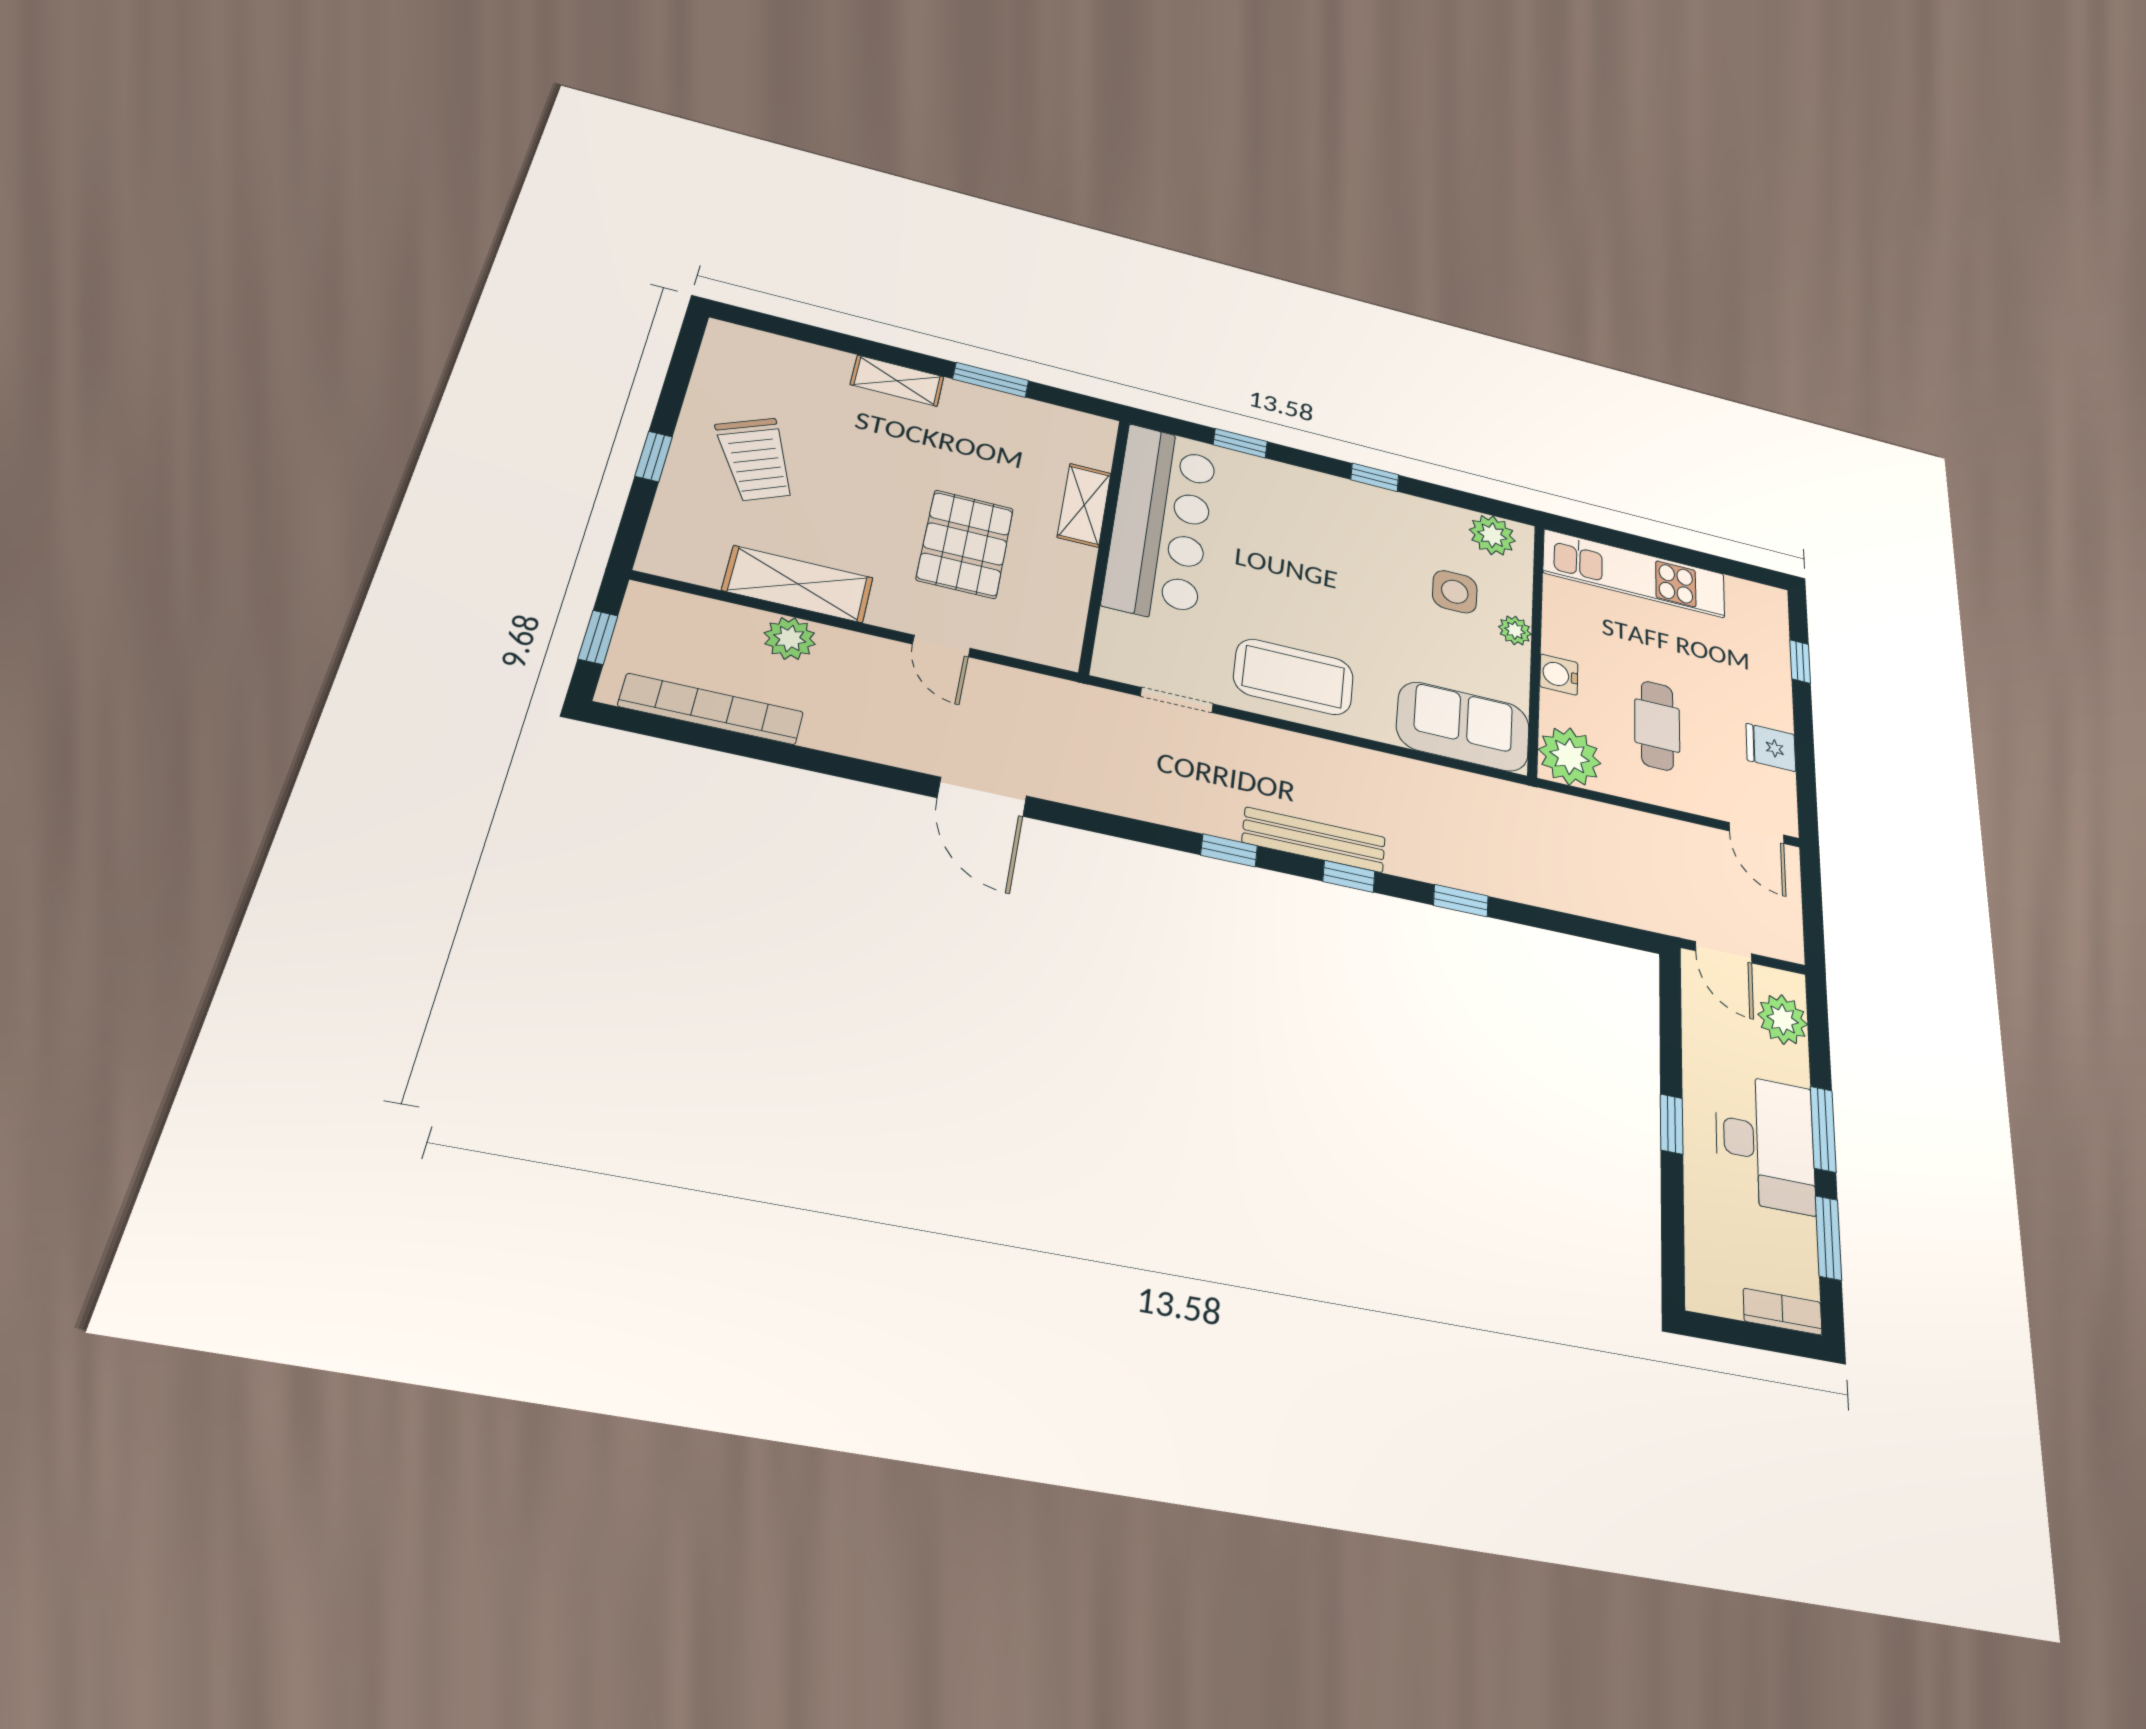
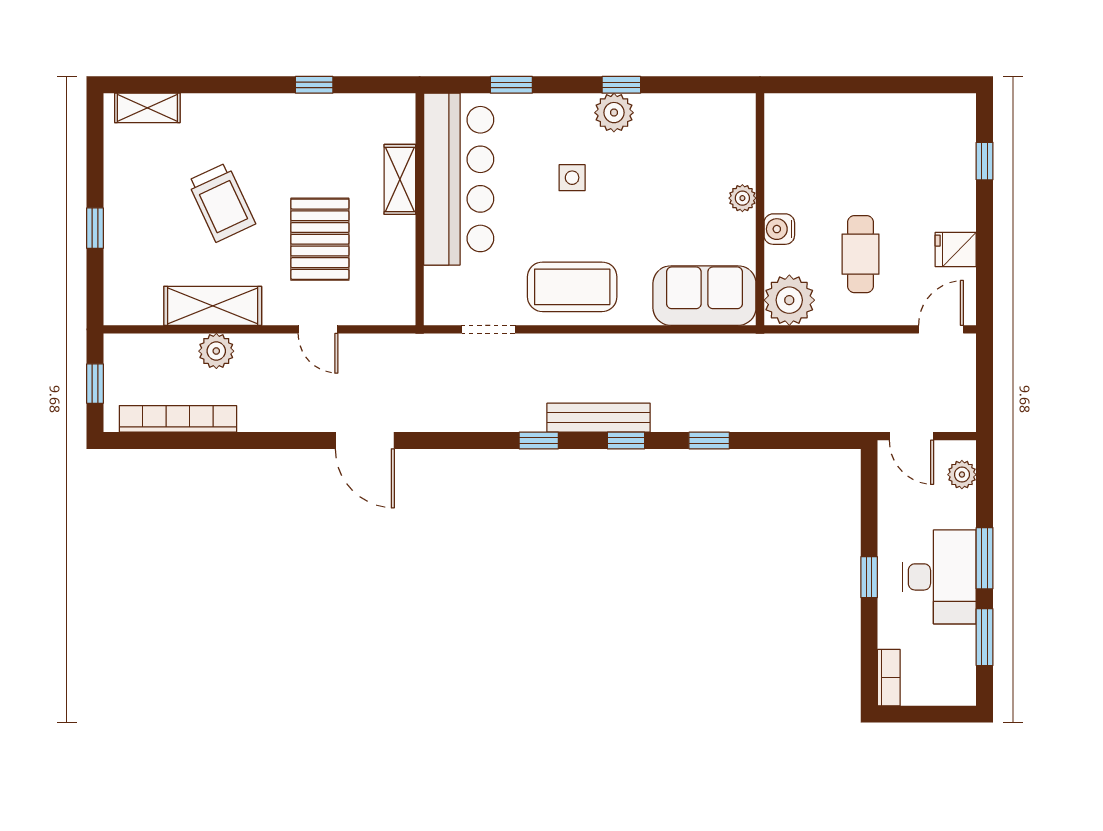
window: (991, 380) -> (314, 85), width x0.67
shelving: (897, 381) -> (147, 108), moved
trolley: (756, 459) -> (221, 202), moved
plant: (1492, 535) -> (614, 113), moved
kitchen unit: (1634, 573) -> (842, 115), removed
side table: (1455, 592) -> (572, 178), moved, width x0.73, depth x0.73
door: (1757, 833) -> (941, 329), swing flipped
plant: (1783, 1019) -> (962, 475), width x0.73, depth x0.73
bookcase: (1783, 1312) -> (889, 678), moved, turned 90

